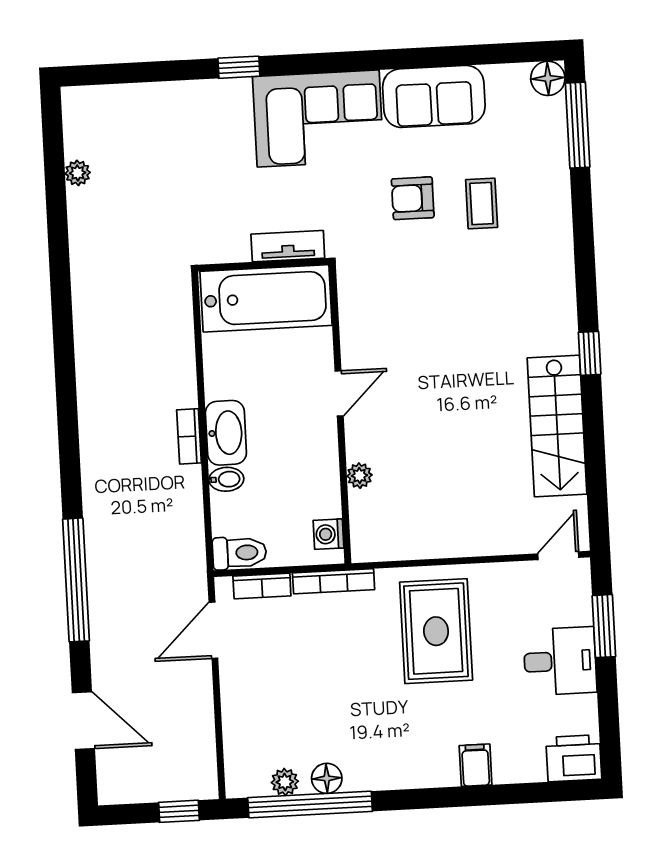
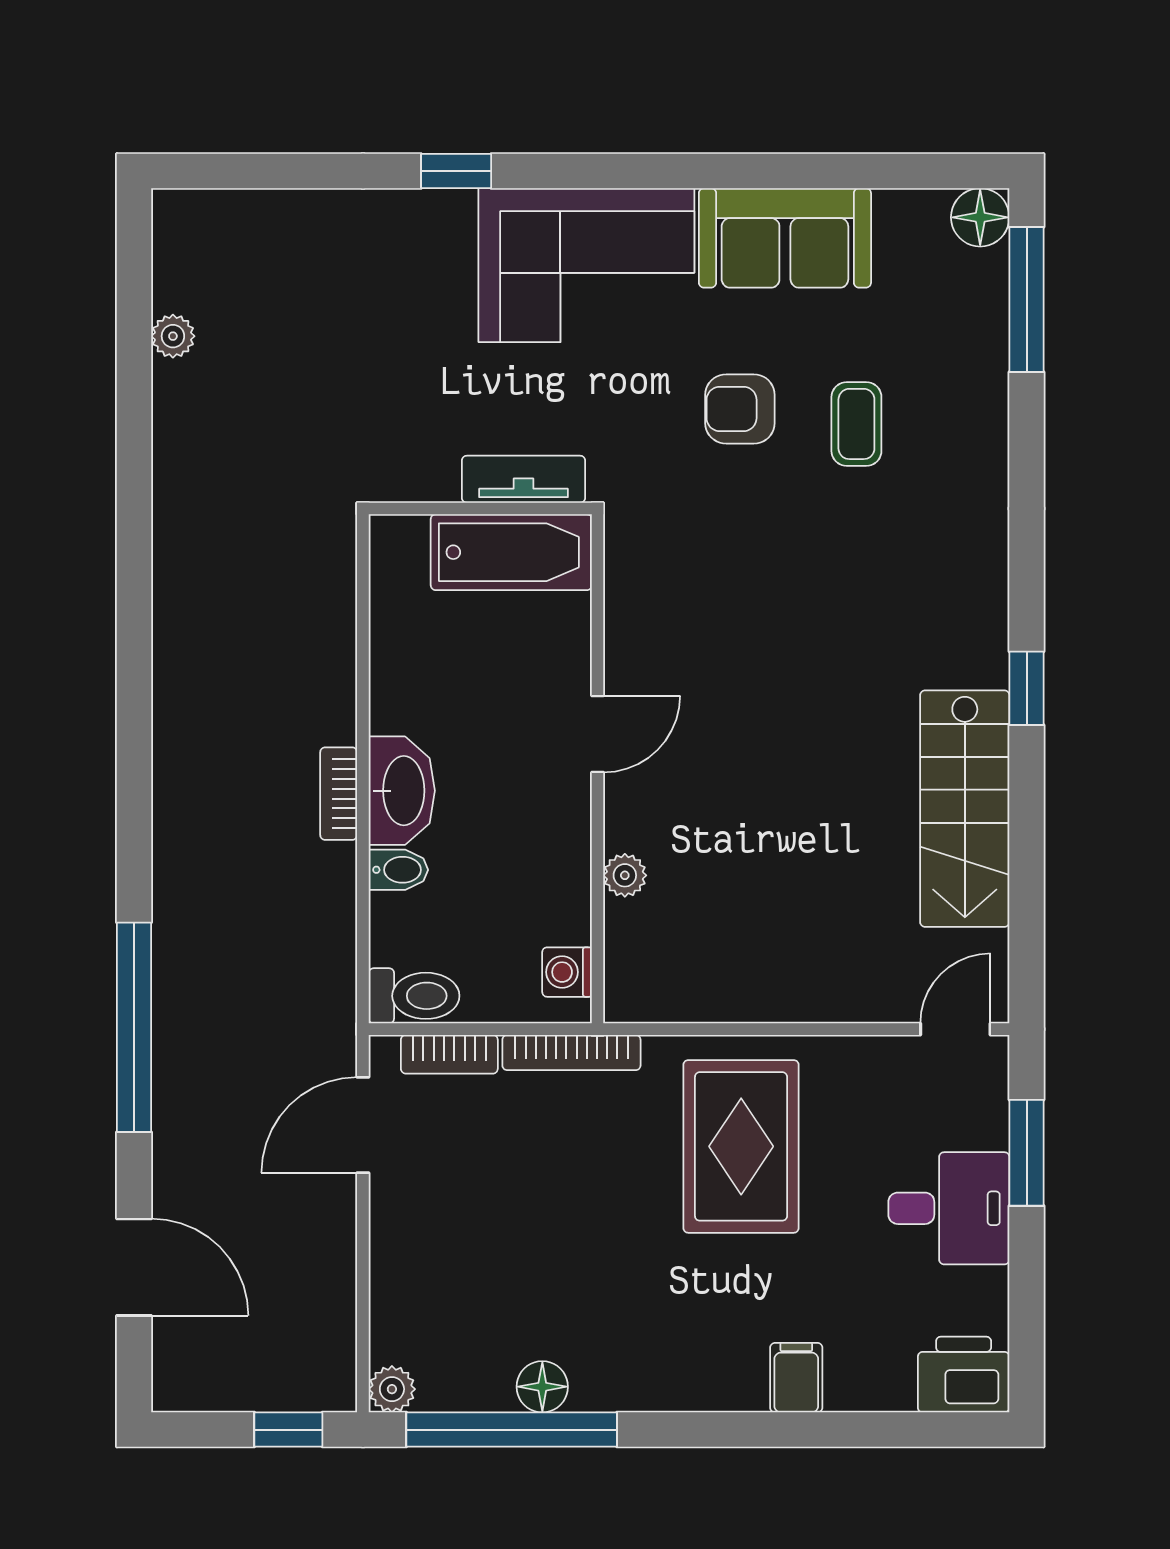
bathtub: (266, 298) -> (511, 552), width x0.73, depth x0.73
plant: (285, 782) -> (392, 1389), moved

